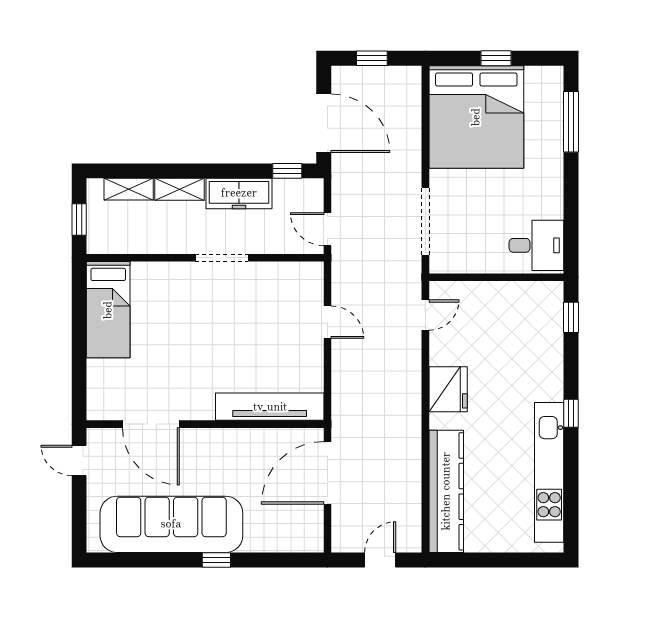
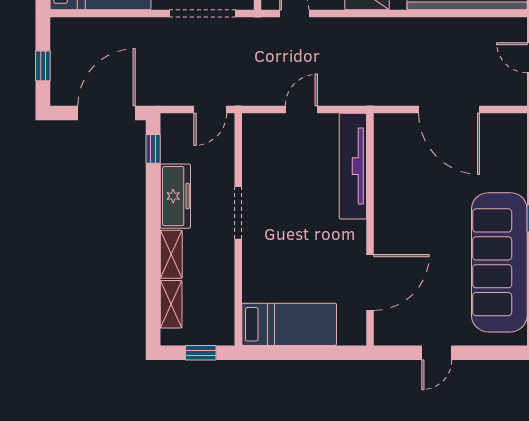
tv unit: (270, 407) -> (353, 166), moved
door: (151, 424) -> (370, 282), moved
wall: (205, 424) -> (370, 229), moved

